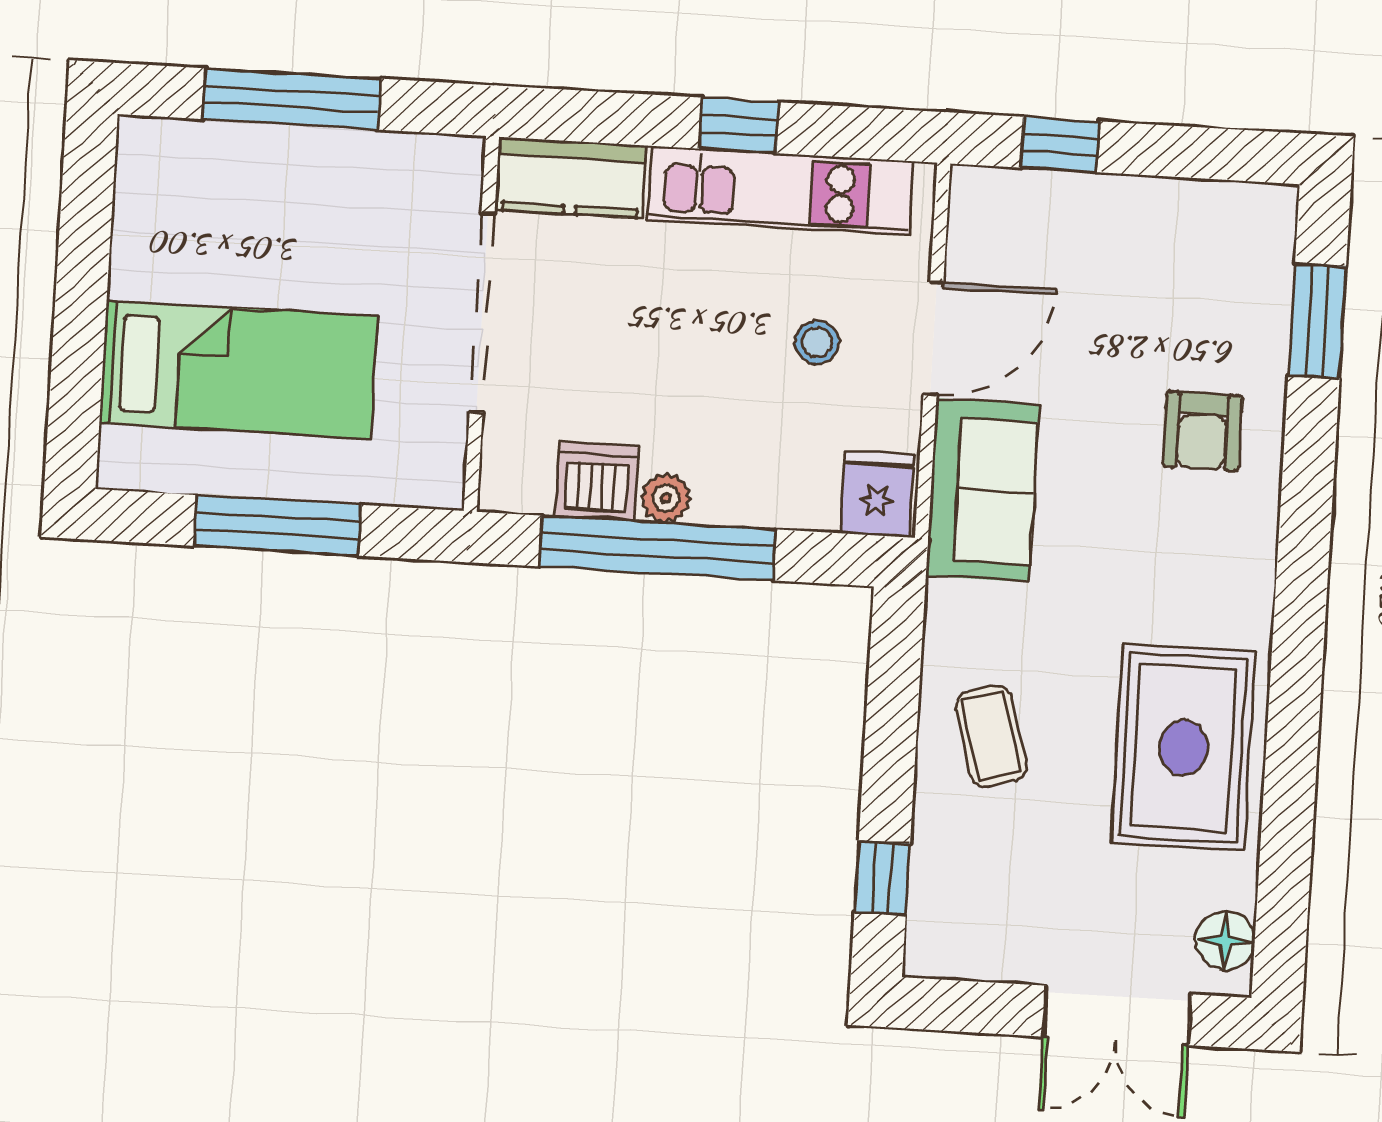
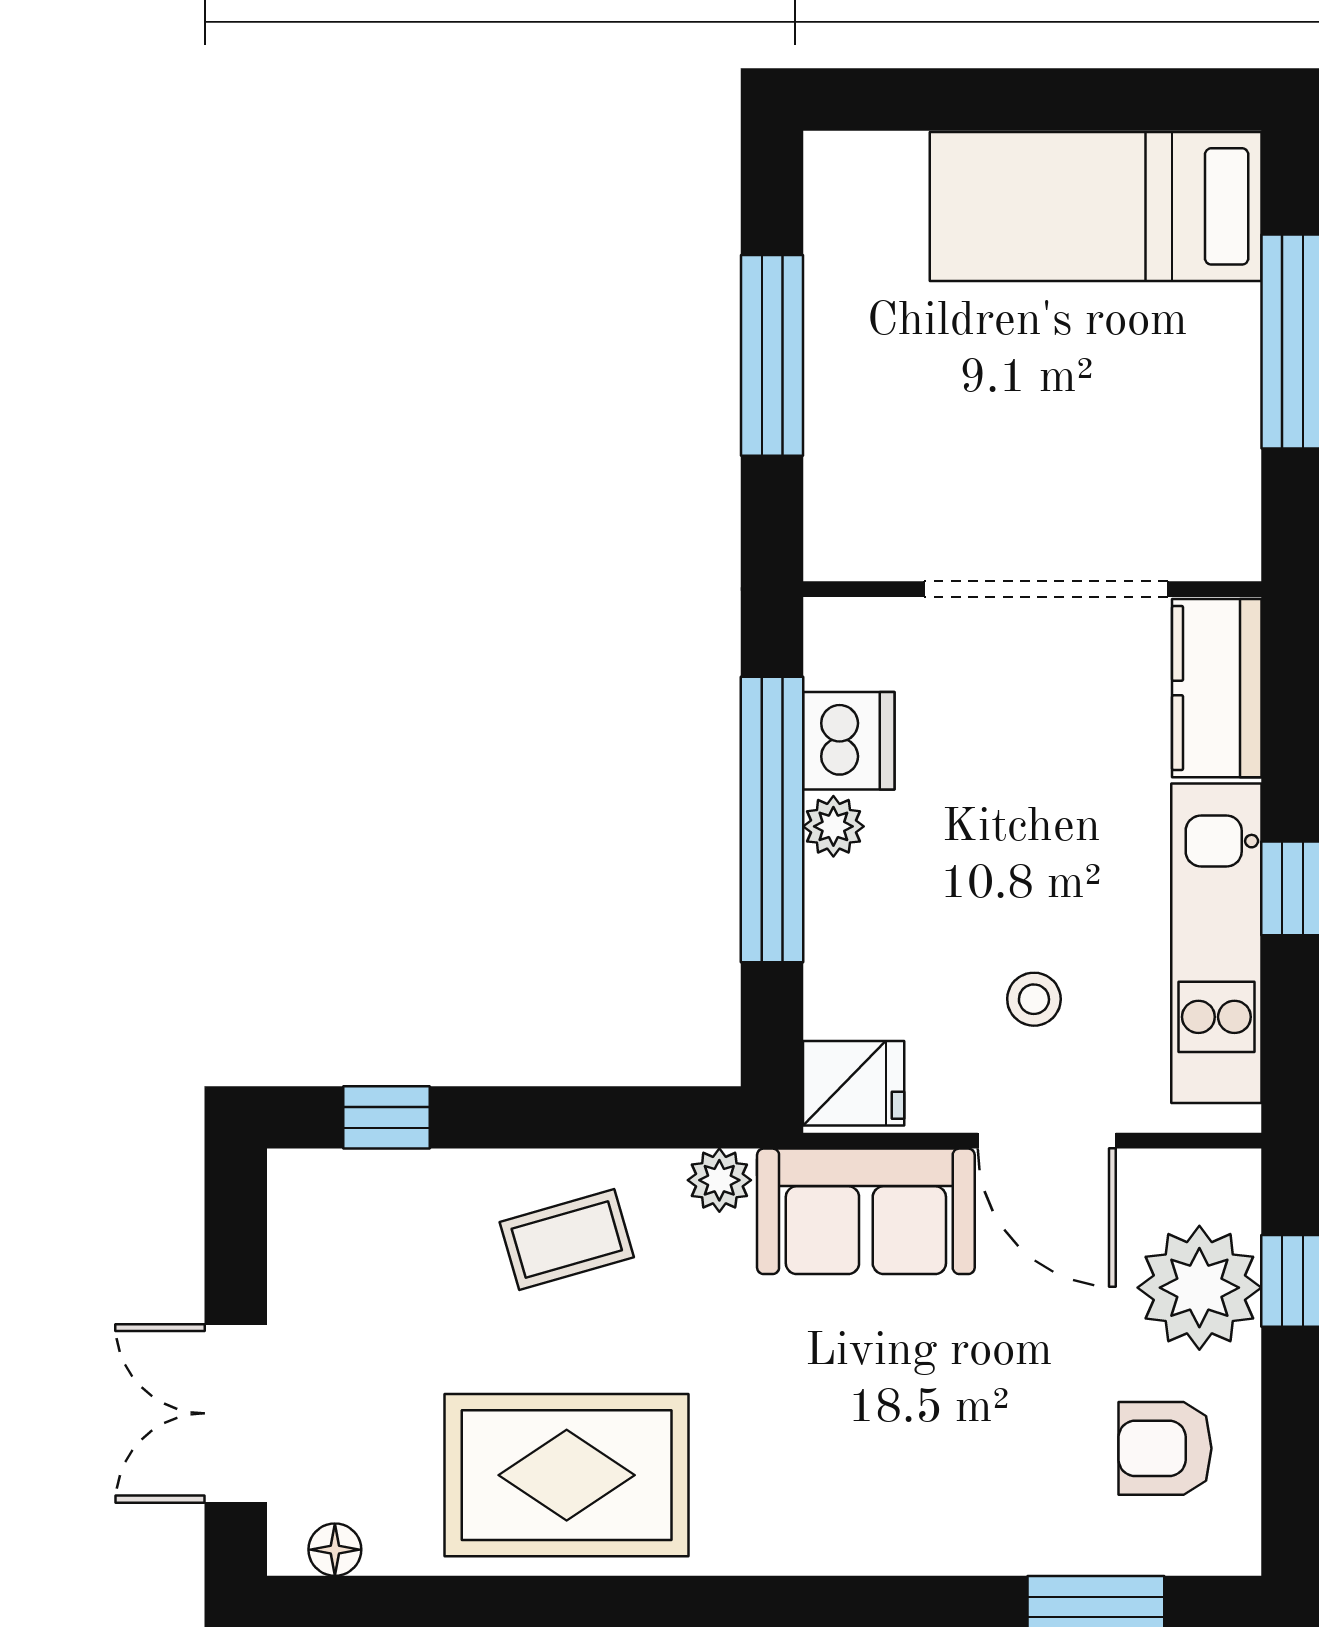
plant: (1061, 221) -> (1199, 1288), added
bed: (238, 370) -> (1096, 206), moved, turned 90
armchair: (1202, 431) -> (1165, 1448), moved
plant: (950, 609) -> (719, 1180), added
floor lamp: (1225, 940) -> (335, 1550), width x0.73, depth x0.73

